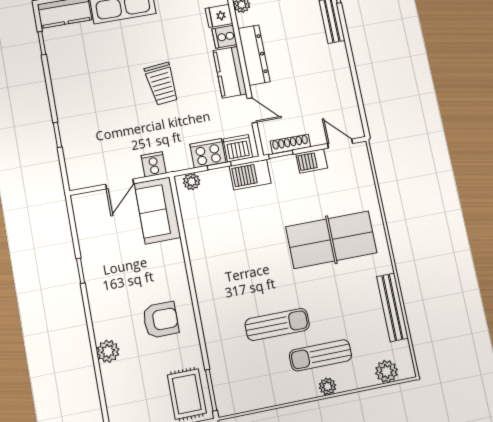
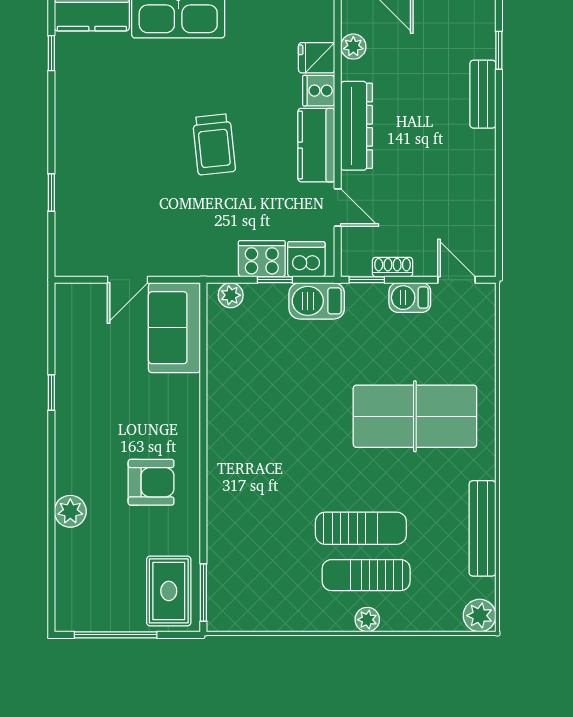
shoe rack: (290, 144) -> (393, 267), width x0.70
cooker: (154, 164) -> (181, 260), removed
sun lounger: (277, 324) -> (361, 528), moved
plant: (386, 371) -> (480, 616), moved

